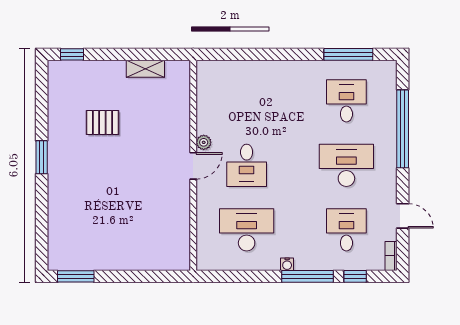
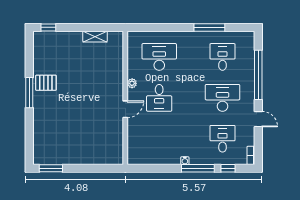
window: (348, 54) -> (209, 27), moved
pallet: (102, 122) -> (46, 83), moved
window: (42, 157) -> (29, 93), width x1.44
door: (193, 166) -> (125, 109), moved
door: (403, 216) -> (258, 119), moved
desk: (247, 230) -> (159, 57), moved

